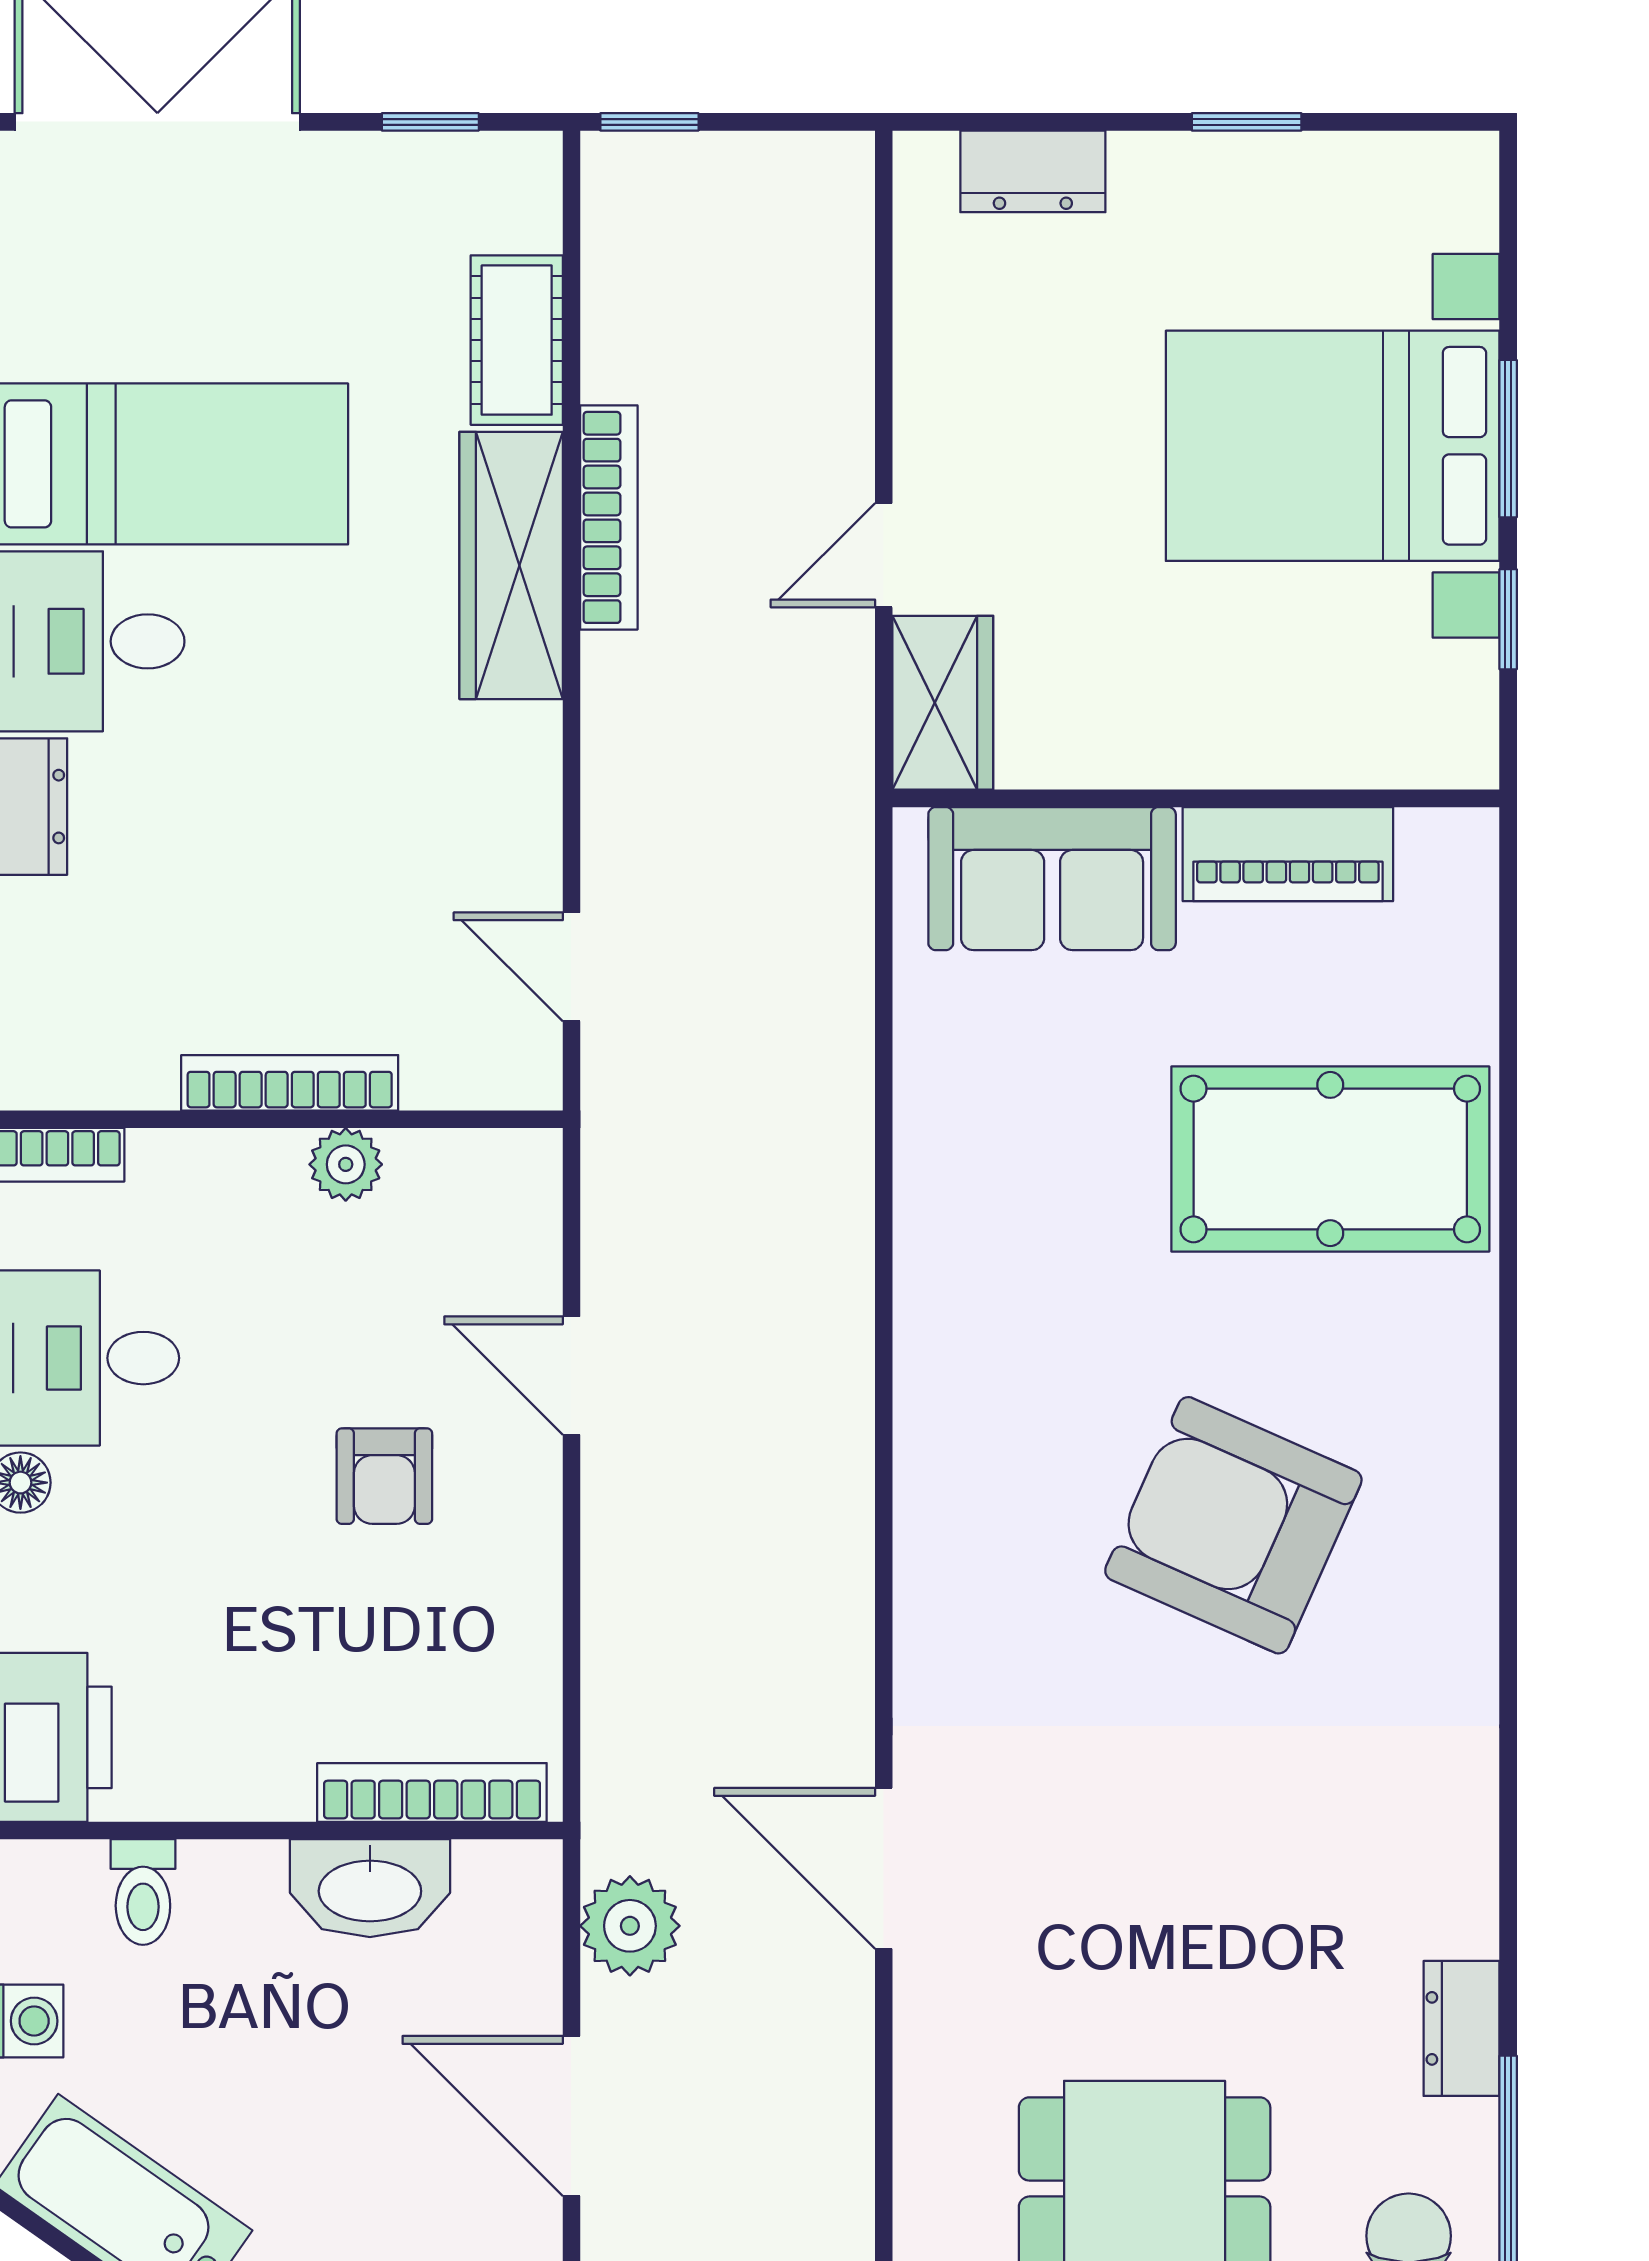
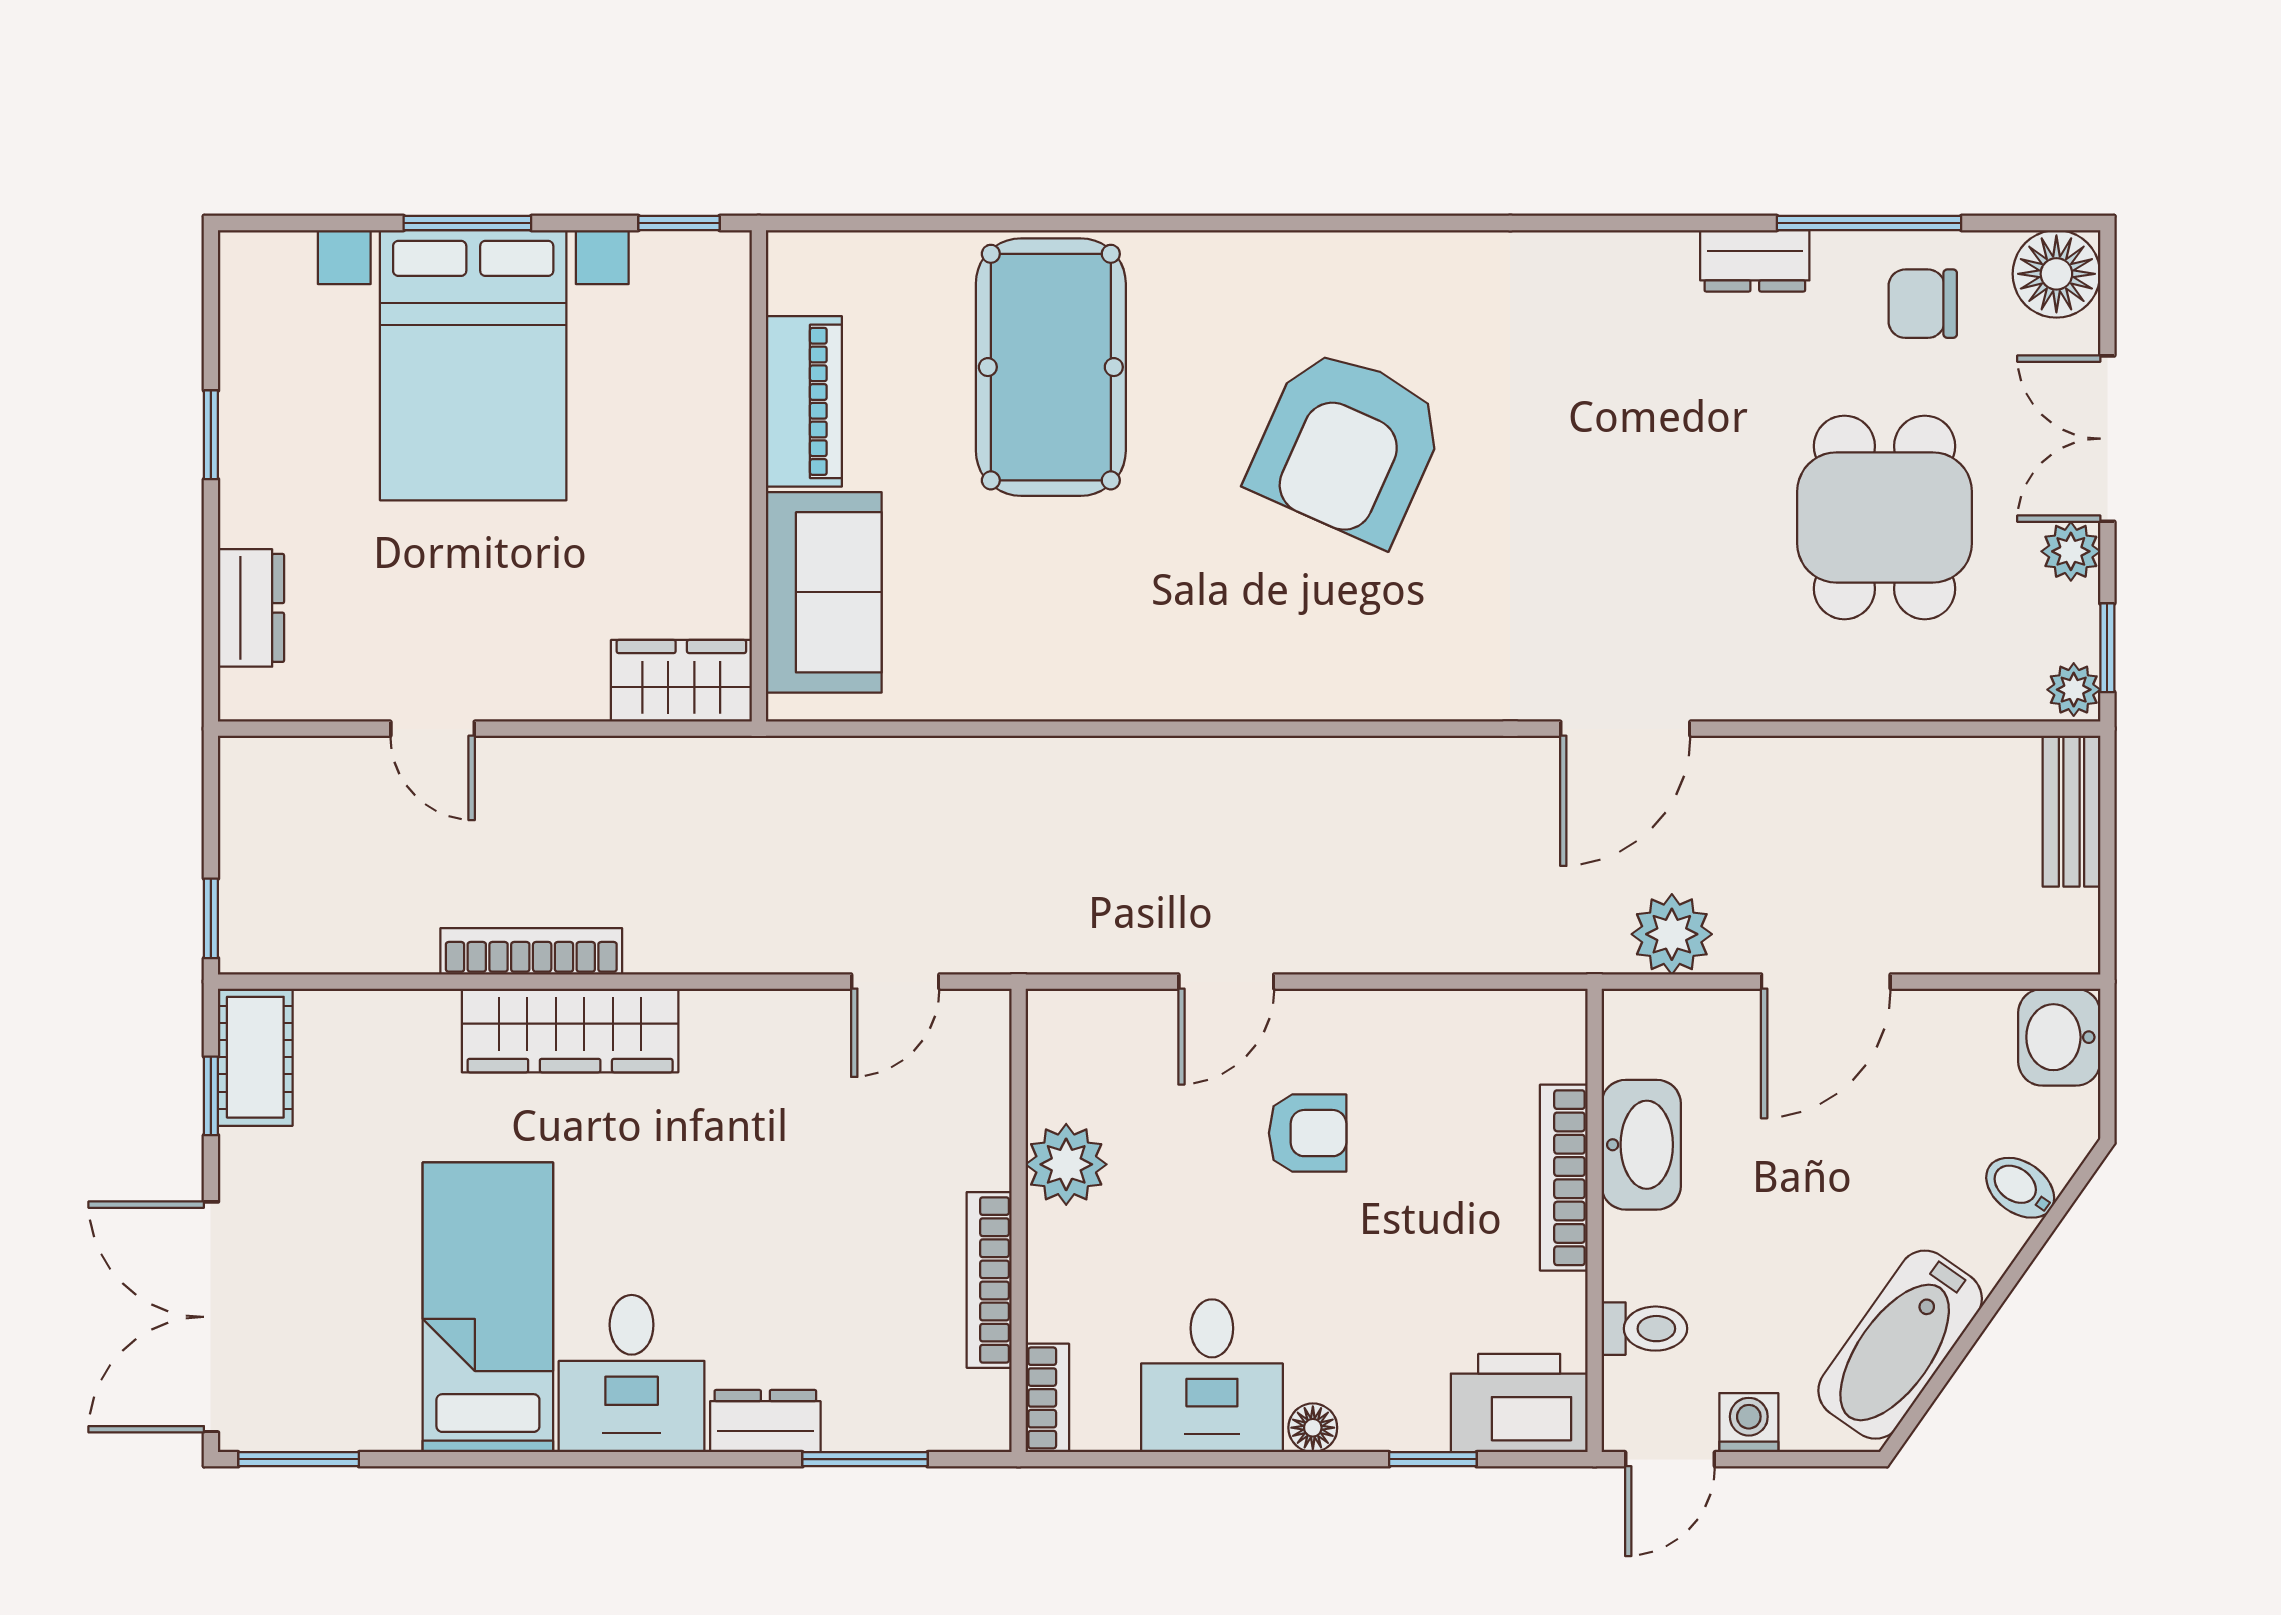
cot: (517, 340) -> (255, 1057), moved, turned 90
door: (884, 555) -> (433, 729), moved
window: (1508, 619) -> (679, 223), moved
bookcase: (290, 1083) -> (989, 1280), moved
plant: (346, 1164) -> (1066, 1164), width x1.38, depth x1.38
bookcase: (432, 1792) -> (1564, 1178), moved

